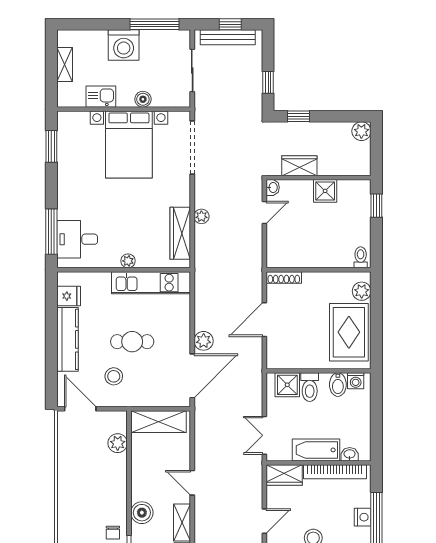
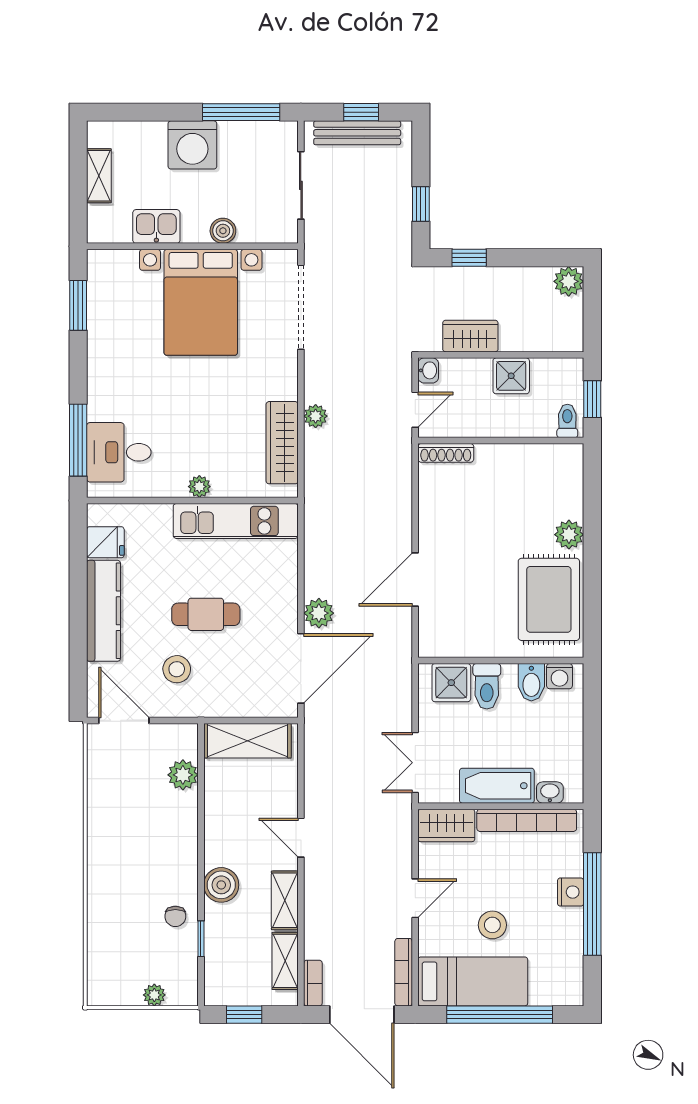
toilet: (361, 257) -> (567, 421), moved
wall: (319, 270) -> (501, 441), moved
shoe rack: (284, 278) -> (446, 453), moved

